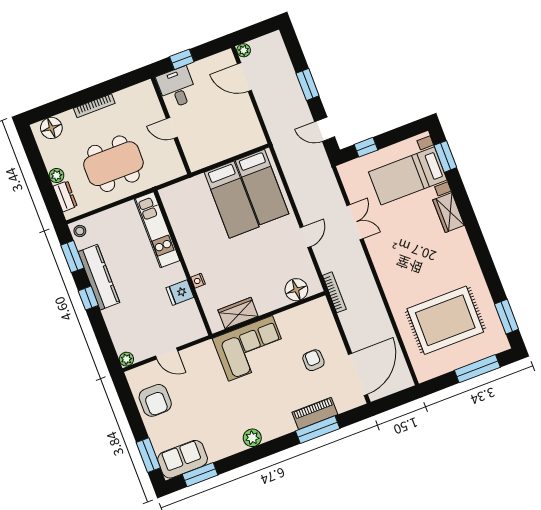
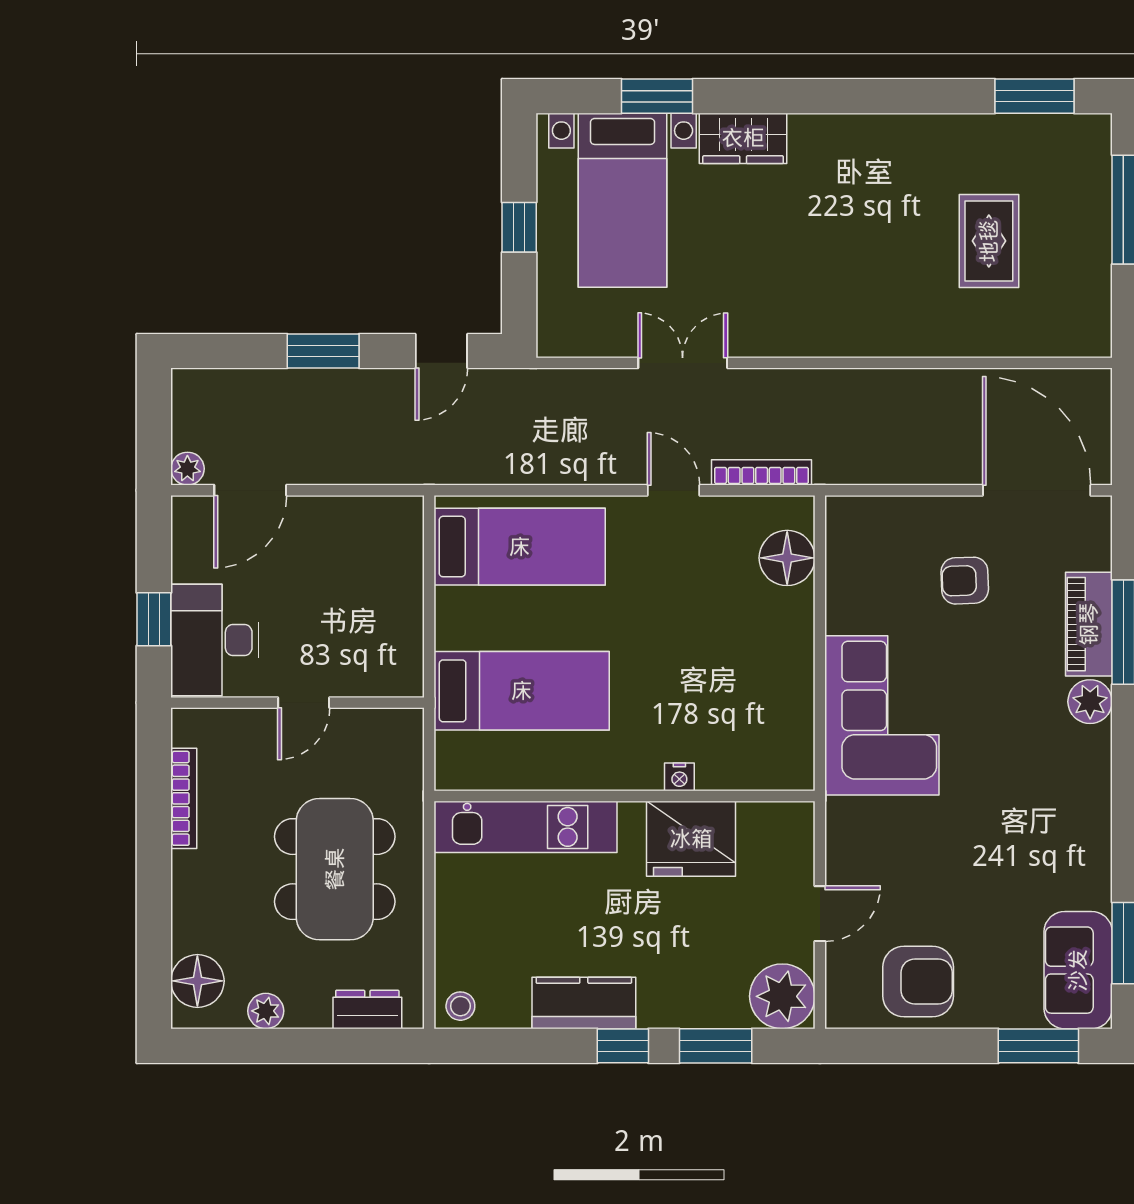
desk: (177, 88) -> (215, 640), width x1.37
bookcase: (94, 106) -> (184, 798), moved
window: (366, 147) -> (519, 227), moved
window: (445, 156) -> (657, 96), moved
plant: (57, 176) -> (266, 1011), moved
bed: (232, 200) -> (522, 691), moved
window: (72, 257) -> (716, 1046), moved
kitchen counter: (99, 277) -> (584, 1003), width x0.67
bookcase: (334, 292) -> (762, 472), moved
fridge: (180, 293) -> (691, 839), width x1.88, depth x1.34
wardrobe: (238, 313) -> (789, 713), removed
rug: (445, 320) -> (989, 241), width x0.54, depth x0.49
plant: (126, 359) -> (782, 996), width x1.87, depth x1.87
plant: (252, 438) -> (1090, 702), moved

